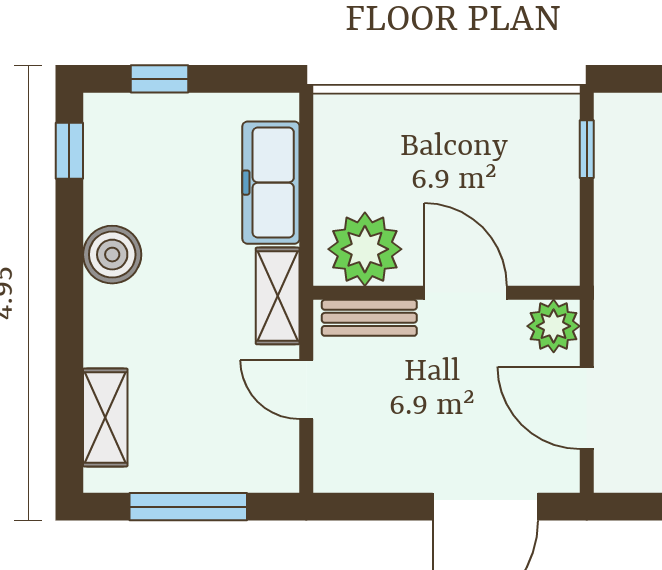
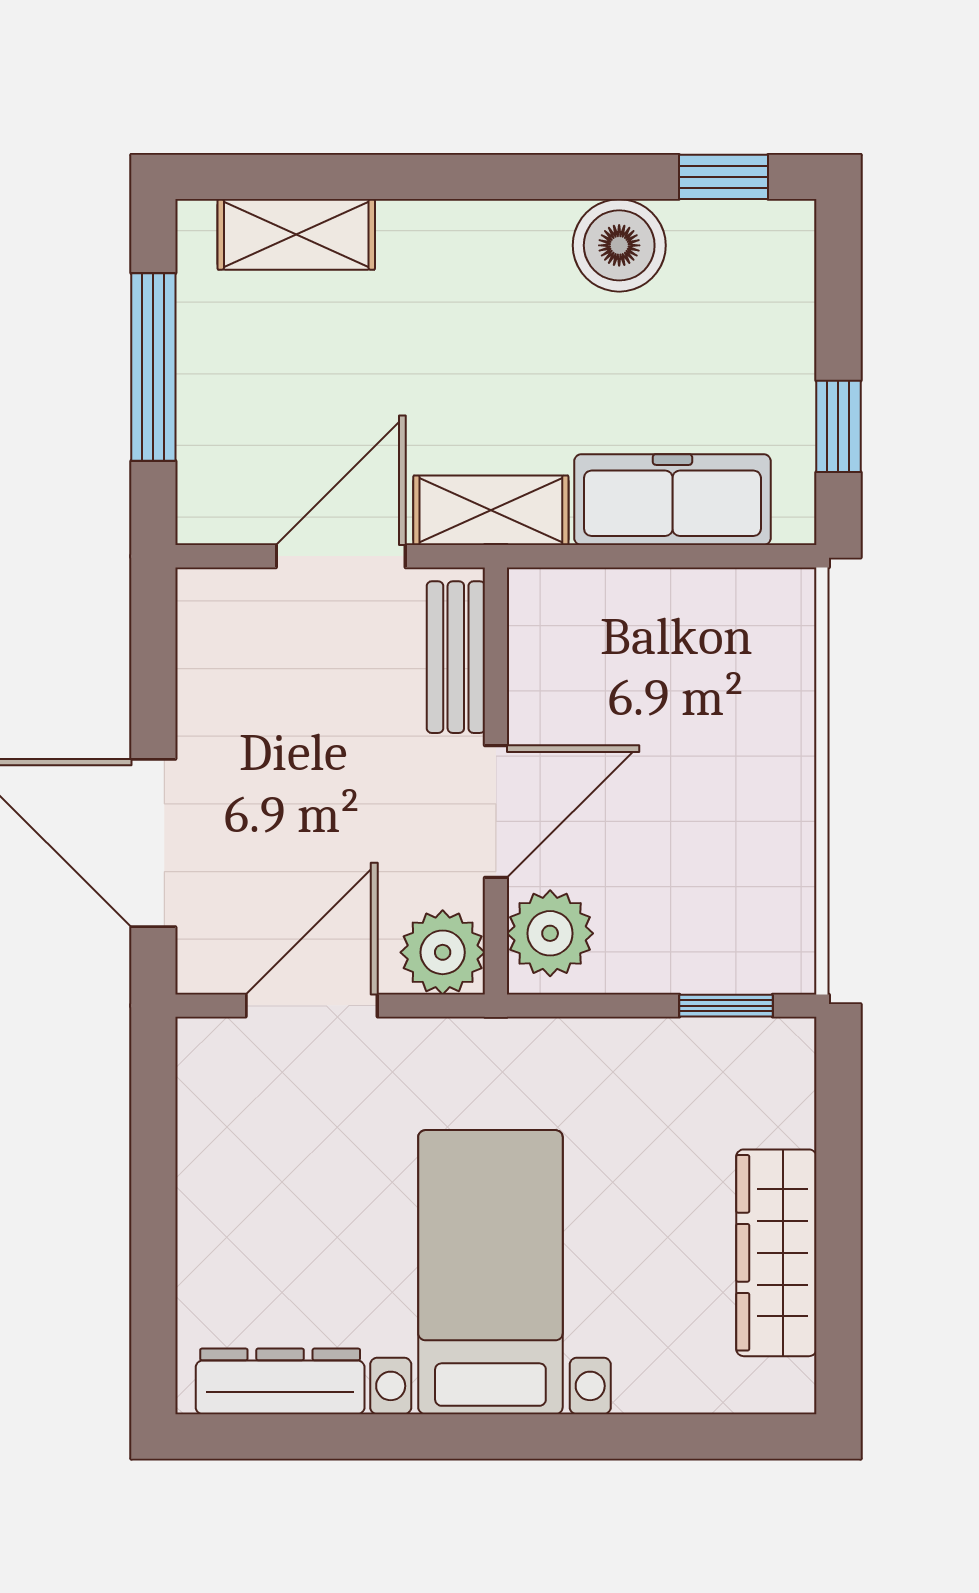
window: (160, 79) -> (838, 426), moved
plant: (365, 249) -> (550, 933), moved, width x0.73, depth x0.73
boiler: (112, 255) -> (619, 245), moved
door: (306, 390) -> (341, 556), width x1.38

